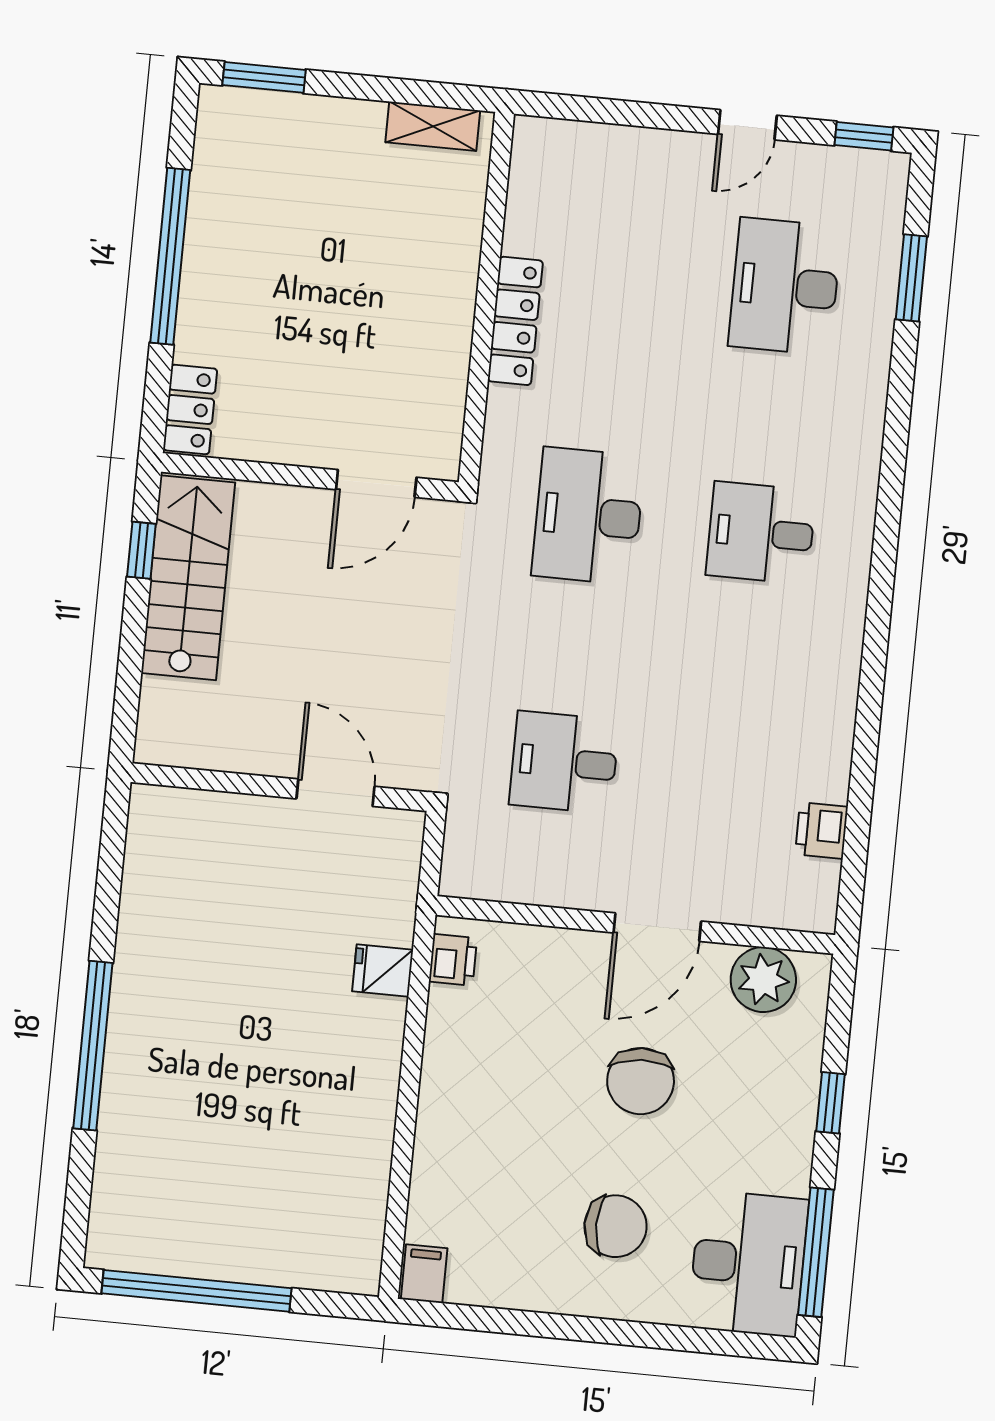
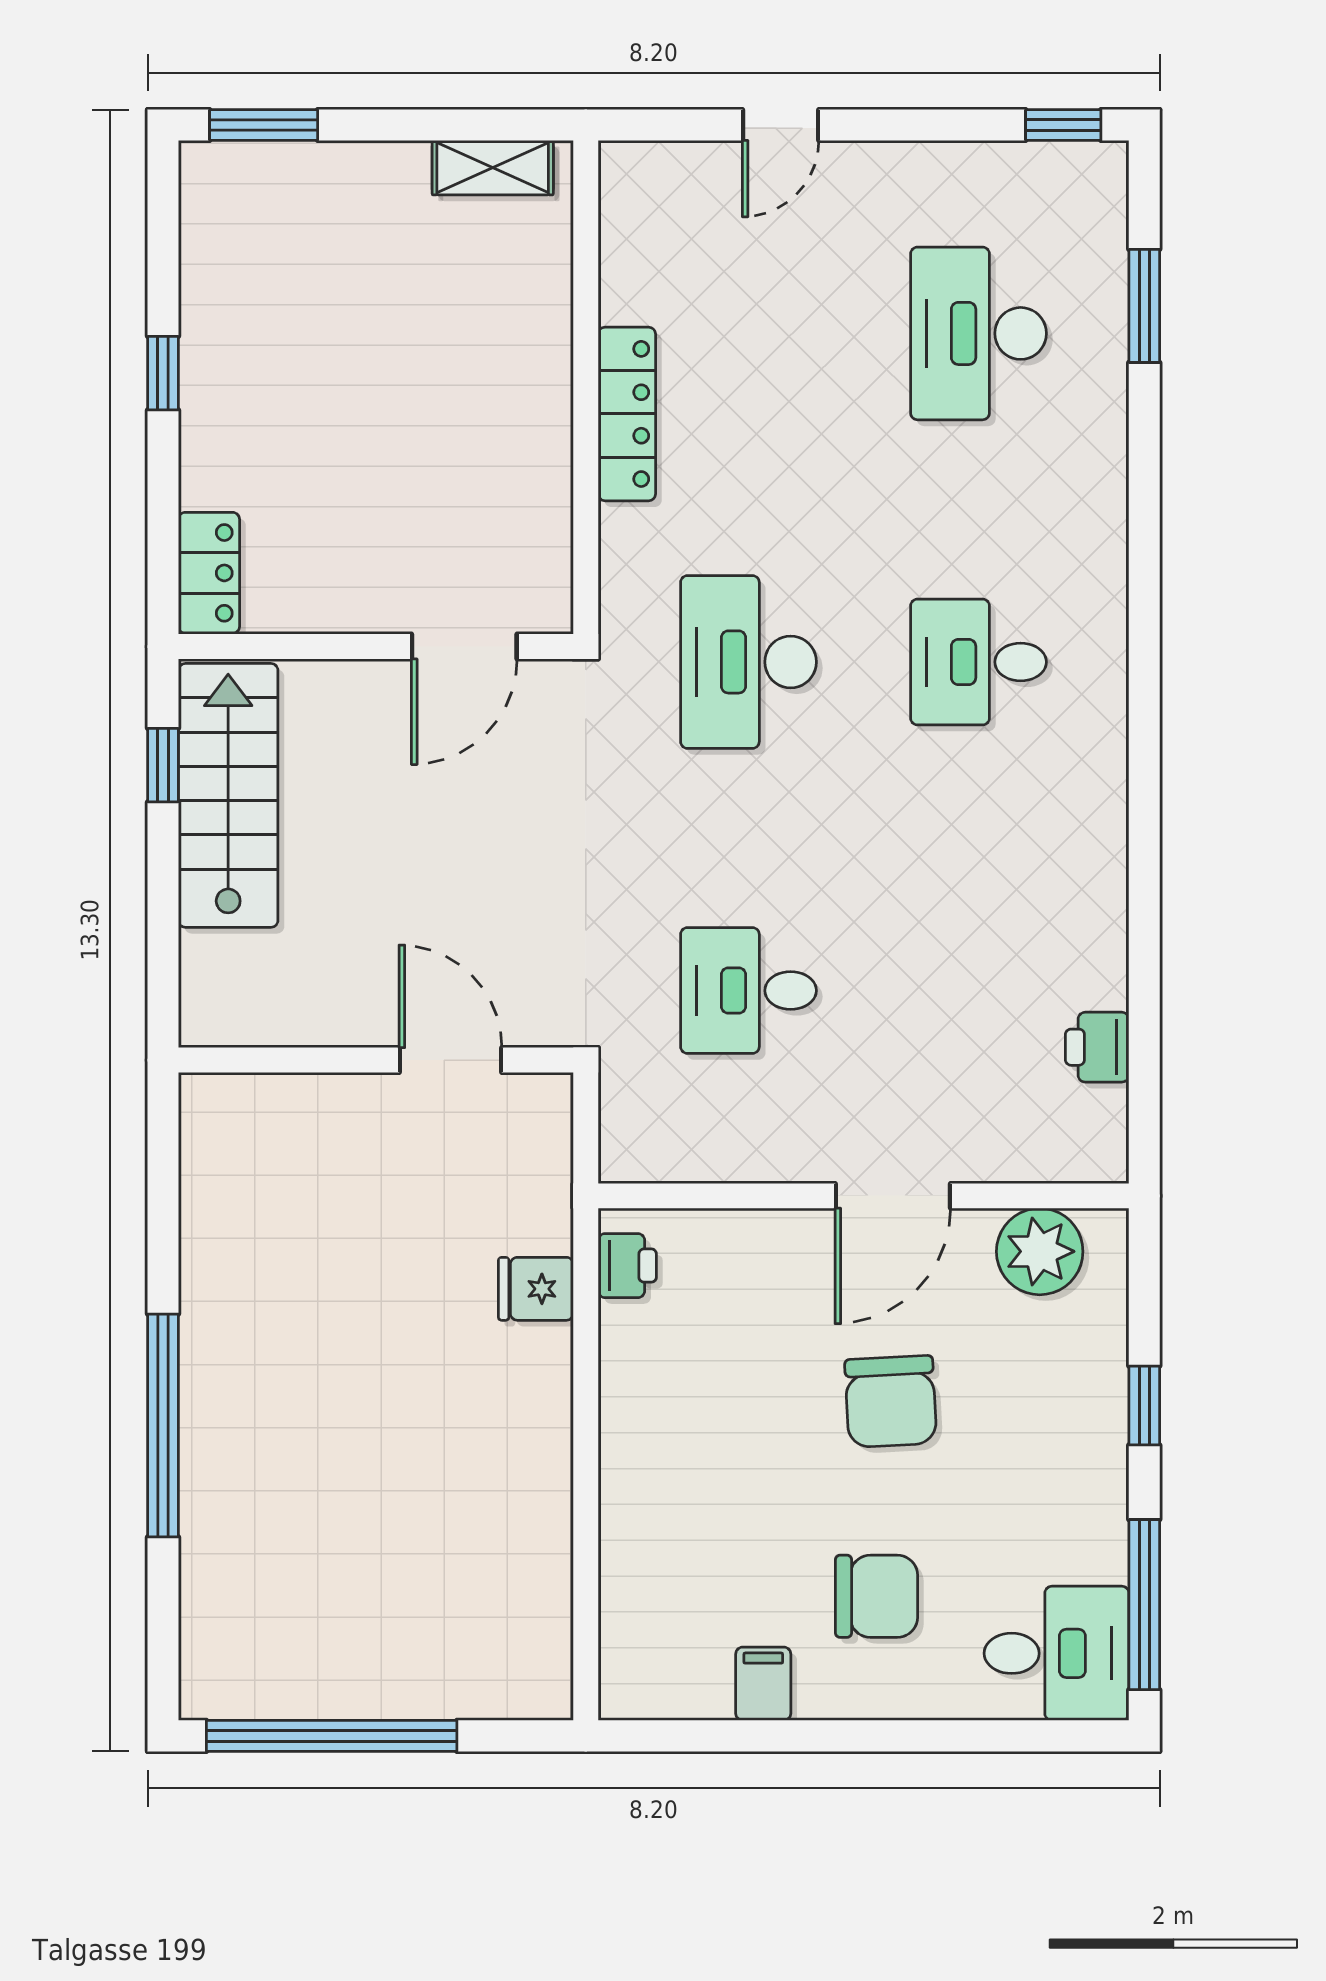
door: (747, 125) -> (781, 125), moved
window: (170, 256) -> (163, 373), width x0.32
desk: (748, 1263) -> (1056, 1653), width x0.73
filing cabinet: (424, 1274) -> (763, 1684), moved

